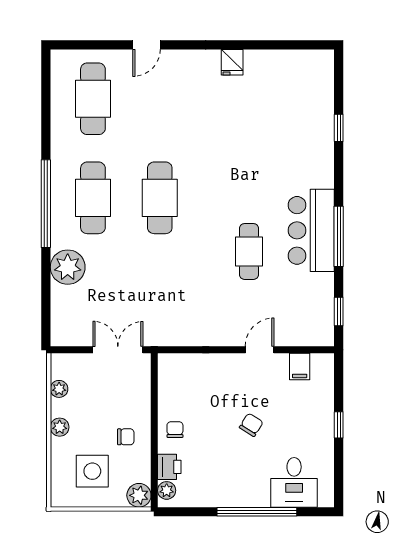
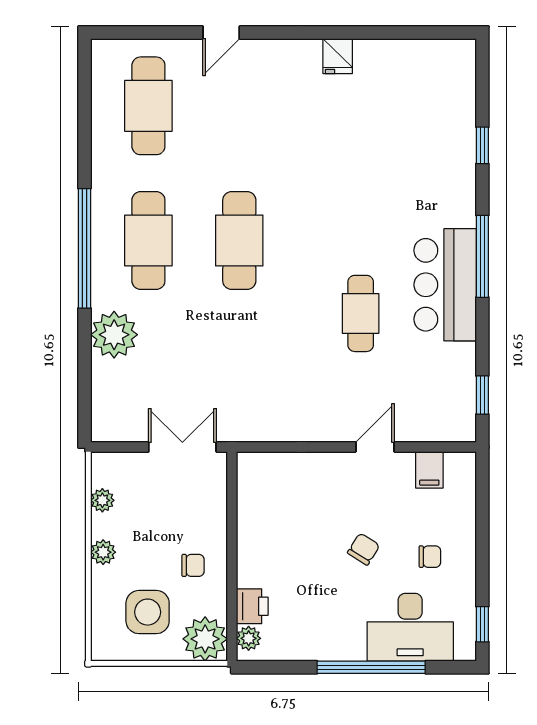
window: (339, 236) -> (482, 256), moved
window: (339, 425) -> (482, 624), moved
chair: (175, 430) -> (430, 557), moved, turned 90
desk: (294, 482) -> (410, 627), width x1.37
plant: (139, 495) -> (205, 639), width x1.36, depth x1.36

